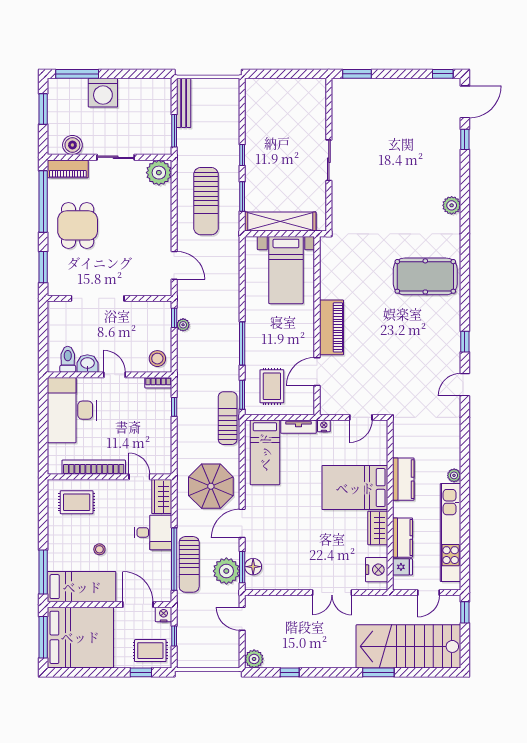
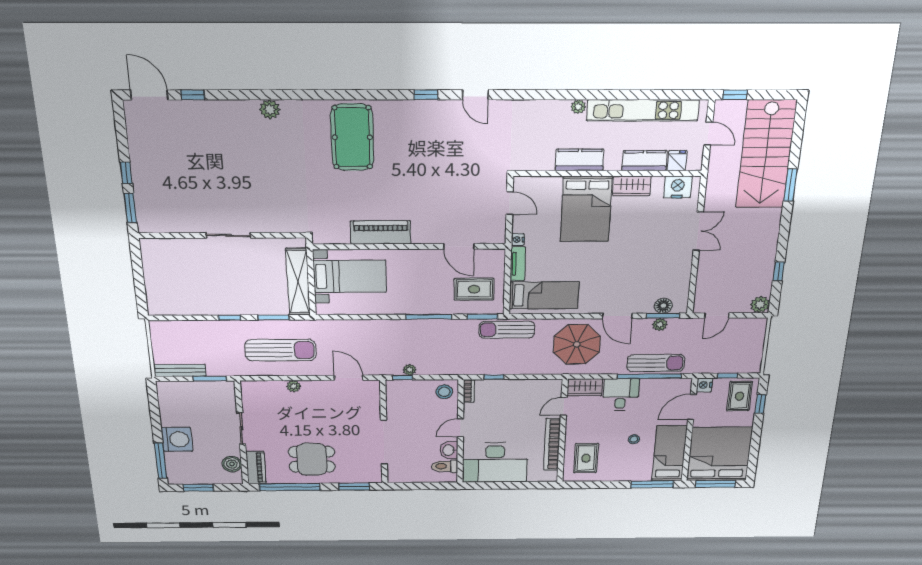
window: (443, 74) -> (126, 173), moved
plant: (159, 173) -> (294, 386), moved, width x0.53, depth x0.53
door: (174, 265) -> (348, 378), hinge flipped
piano: (331, 327) -> (381, 232), moved
plant: (226, 571) -> (660, 324), width x0.53, depth x0.53

